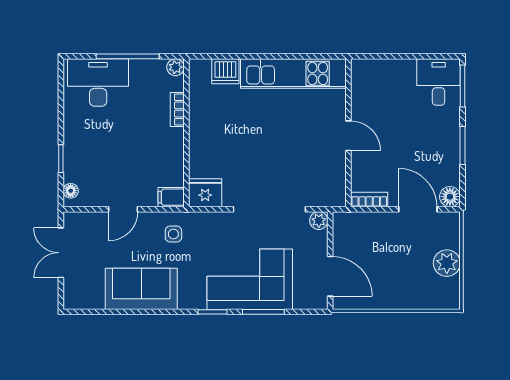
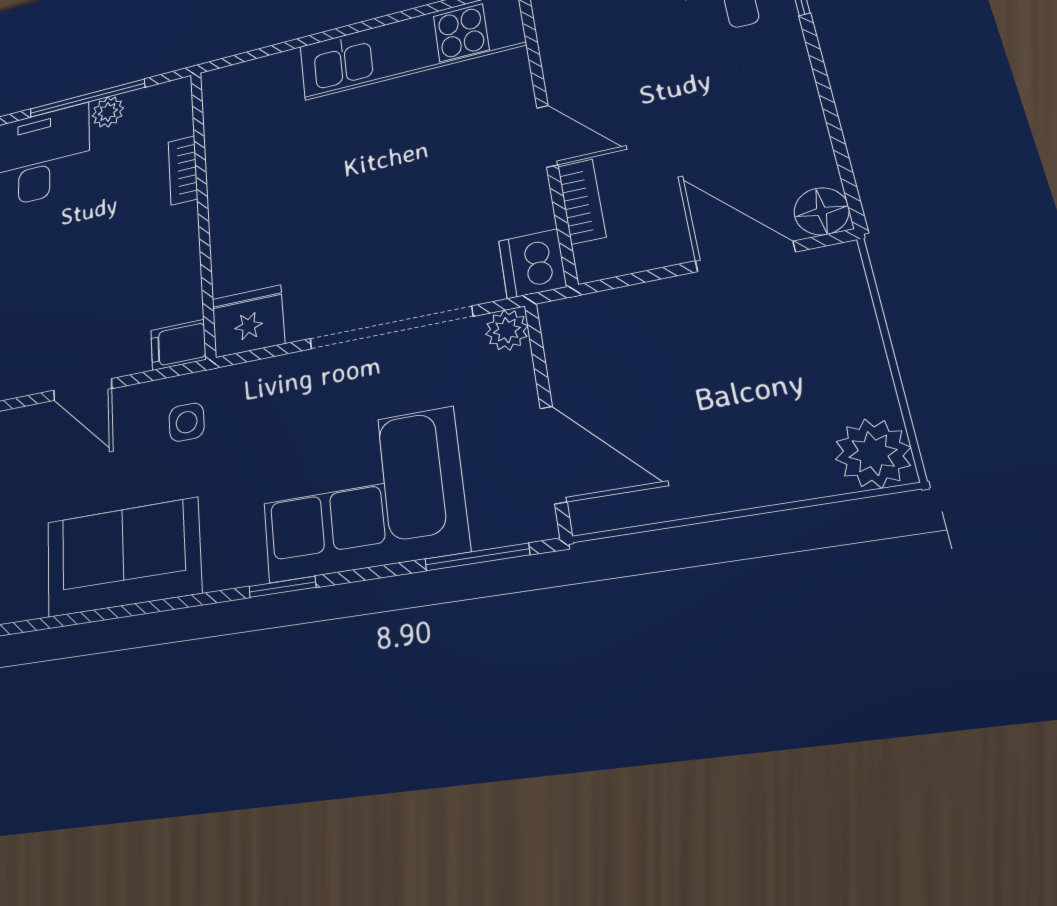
plant: (175, 67) -> (108, 112), moved
dishwasher: (225, 71) -> (532, 264), moved, turned 90
window: (463, 146) -> (825, 93), removed
bookcase: (369, 200) -> (582, 202), moved, turned 90
door: (123, 209) -> (83, 390), hinge flipped
plant: (447, 263) -> (873, 453), moved
window: (263, 312) -> (477, 557), moved

